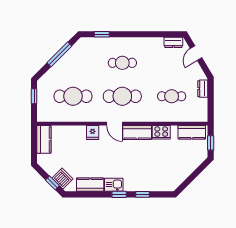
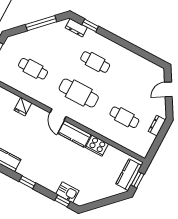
dresser: (173, 42) -> (76, 28), moved
cafe table: (73, 96) -> (33, 69), width x0.73, depth x0.74
kitchen counter: (192, 132) -> (129, 175), moved, turned 90
fridge: (93, 133) -> (23, 107), moved
kitchen sink: (114, 185) -> (67, 192), moved
window: (142, 194) -> (63, 201), moved

